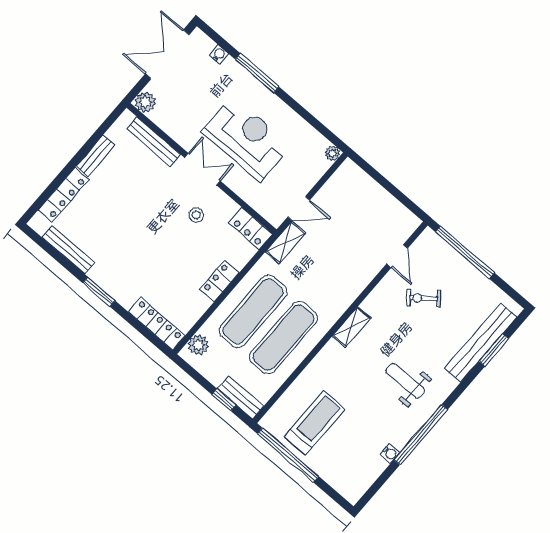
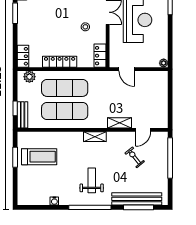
shelving: (286, 242) -> (120, 123), moved
locker: (220, 281) -> (60, 62), width x1.53
locker: (157, 324) -> (23, 56), width x0.66
window: (494, 350) -> (138, 207), width x1.44
window: (421, 435) -> (90, 207), moved
window: (288, 455) -> (15, 157), width x0.47

